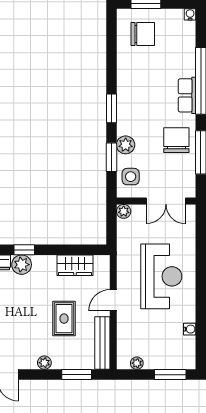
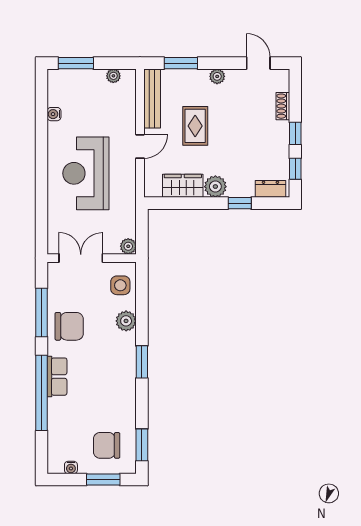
water cooler: (190, 14) -> (71, 467), moved
chair: (176, 140) -> (69, 326), turned -90
window: (111, 157) -> (142, 445), moved
plant: (22, 265) -> (215, 187), moved

